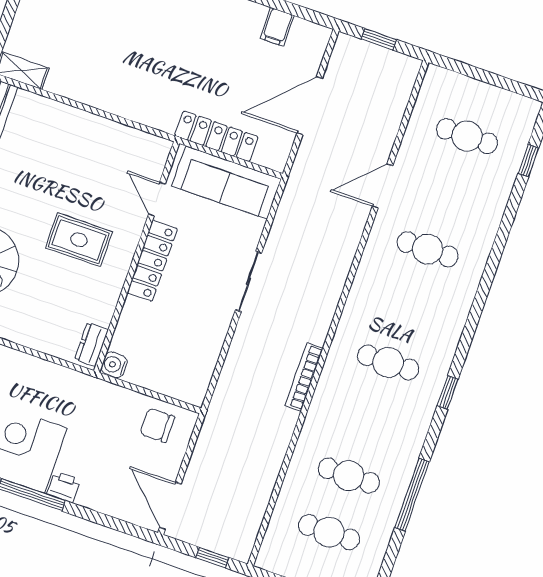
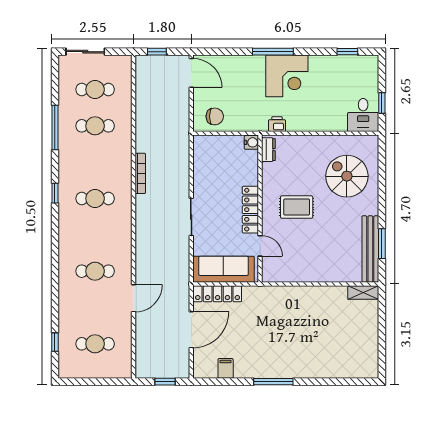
locker: (216, 136) -> (218, 294), moved
printer: (63, 487) -> (277, 124), moved, turned 180

